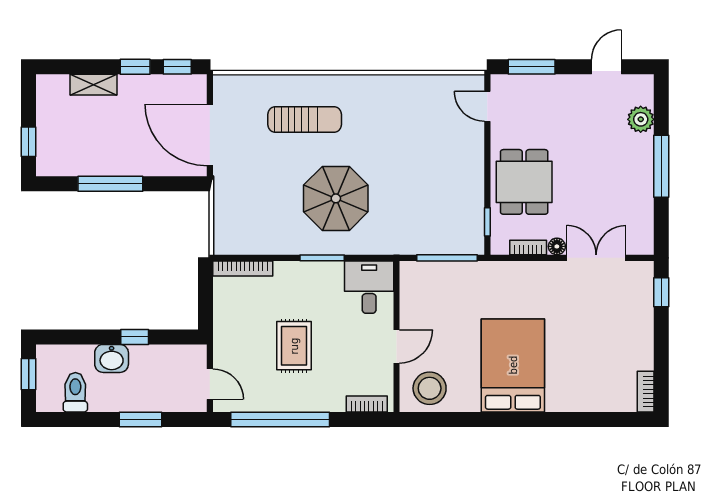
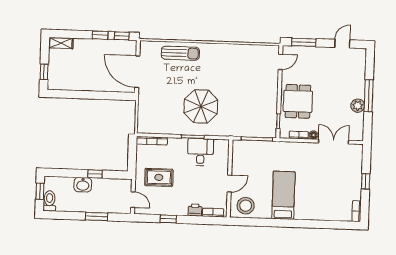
shelving: (93, 85) -> (61, 43), moved
door: (487, 106) -> (280, 62), swing flipped
plant: (641, 119) -> (358, 106), moved
sun lounger: (305, 120) -> (180, 53), moved
window: (110, 184) -> (85, 95), removed
desk: (369, 287) -> (200, 152), moved
window: (661, 292) -> (366, 181), moved
rug: (294, 346) -> (159, 177), moved, turned 90
bed: (513, 365) -> (283, 195), width x0.67
toilet: (75, 392) -> (50, 201), moved
printer: (331, 400) -> (195, 210), added
window: (280, 419) -> (168, 219), width x0.32

